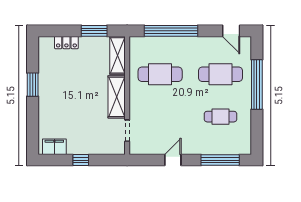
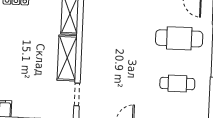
cafe table: (160, 74) -> (115, 36), removed

